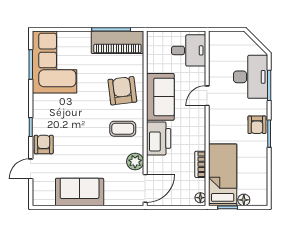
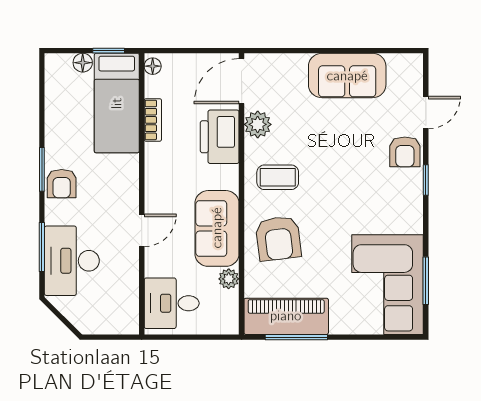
plant: (153, 66) -> (229, 279), added
armchair: (257, 125) -> (62, 184), turned 180
printer: (159, 138) -> (220, 137), moved

